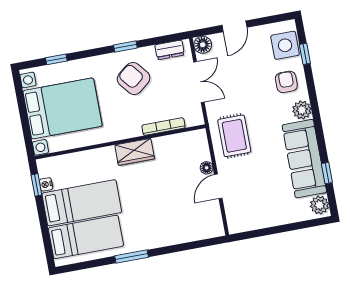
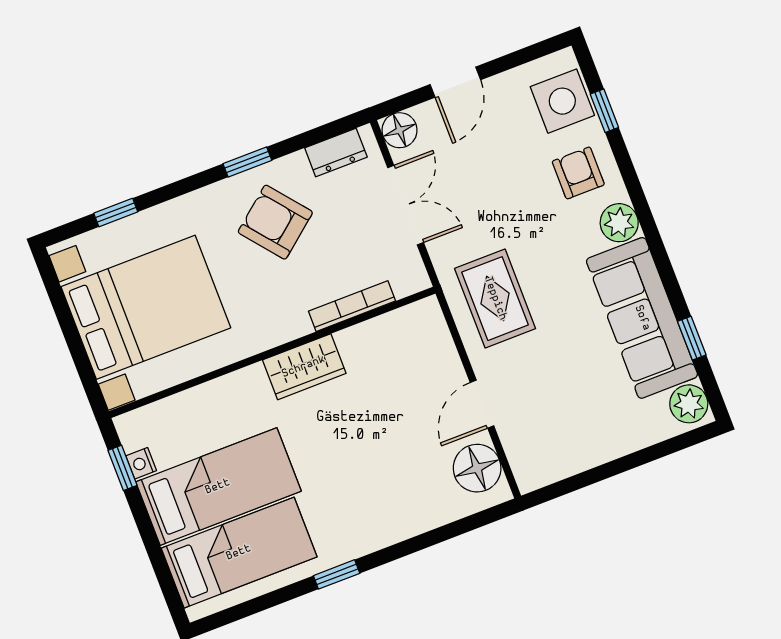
floor lamp: (207, 168) -> (477, 468), moved, width x1.89, depth x1.89
window: (132, 257) -> (337, 574), width x0.67

